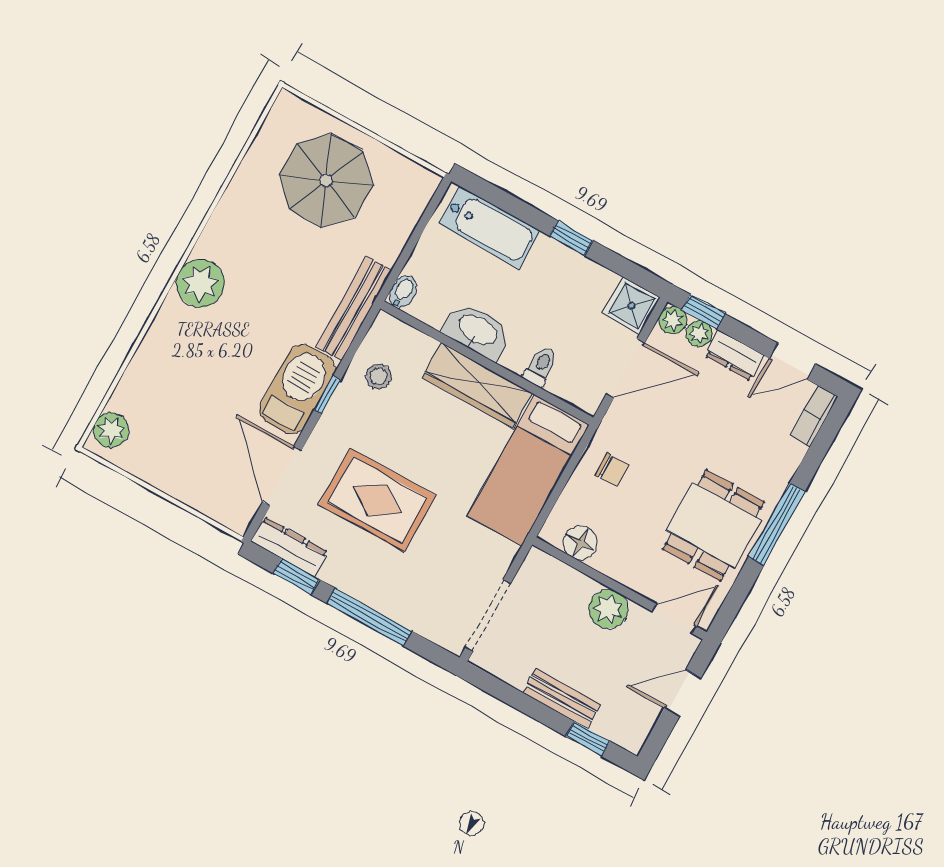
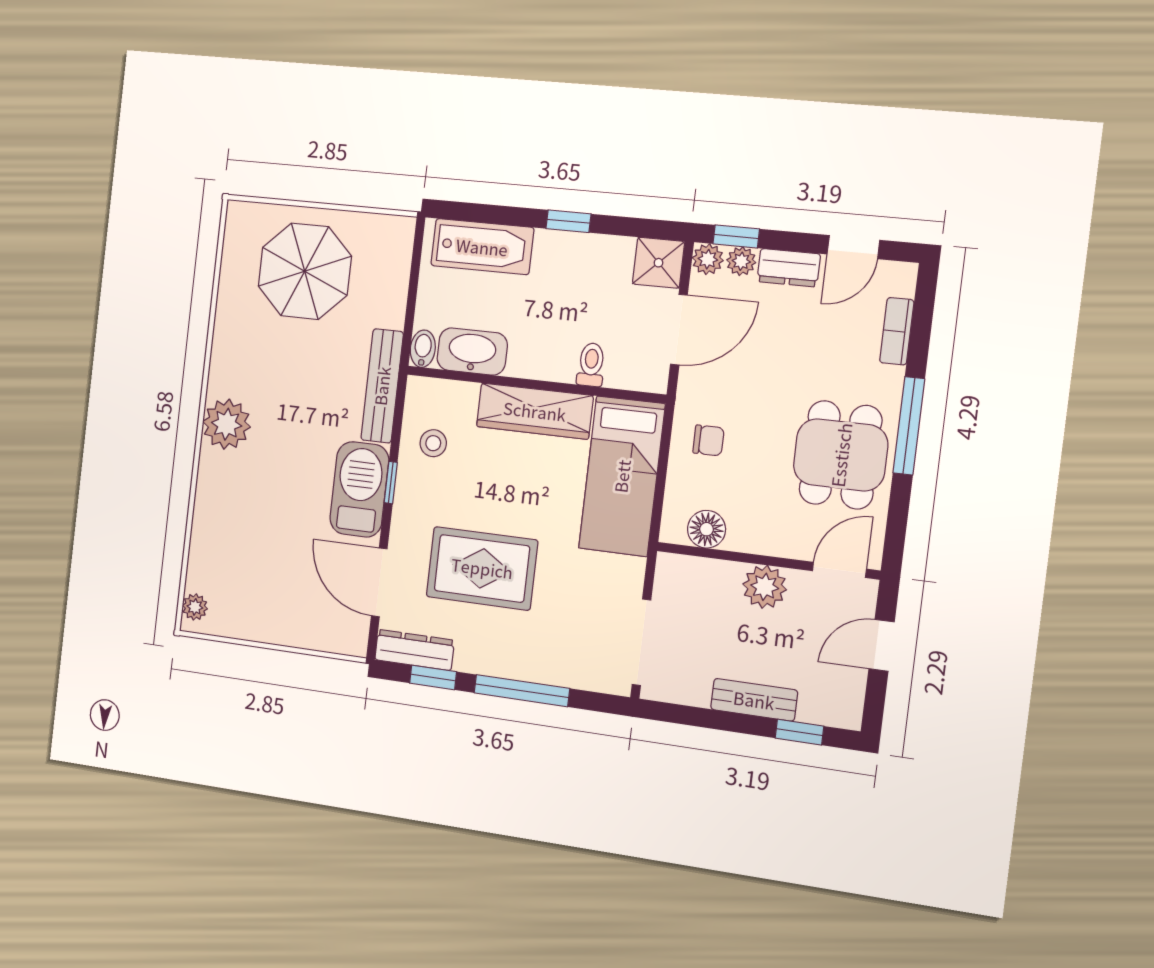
washbasin: (477, 331) -> (472, 351), moved
bookcase: (814, 416) -> (897, 331), moved
plant: (111, 430) -> (195, 607), width x0.73, depth x0.73

